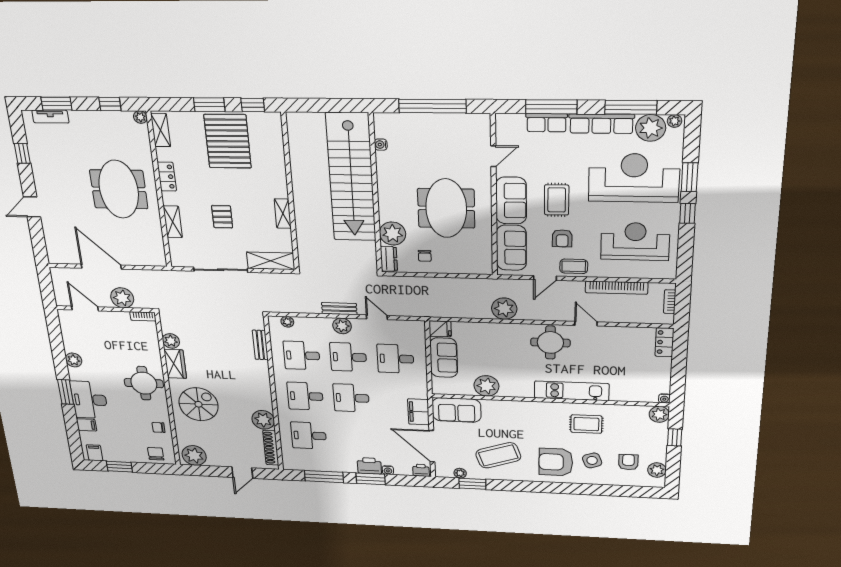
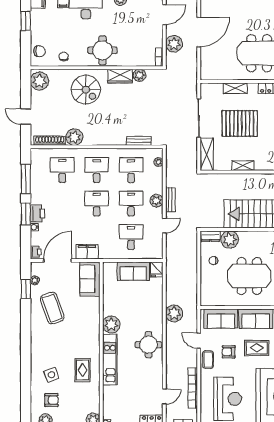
pallet: (222, 217) -> (240, 123), width x2.05, depth x2.00
door: (586, 324) -> (164, 397), moved
plant: (486, 386) -> (111, 325), moved
armchair: (556, 462) -> (49, 349), removed

